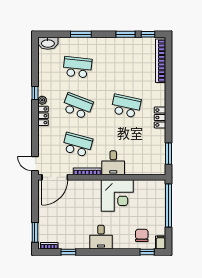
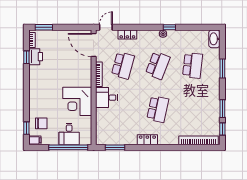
locker: (43, 116) -> (127, 34), moved
desk: (101, 237) -> (69, 134), moved, turned -90
printer: (68, 242) -> (36, 57), added

